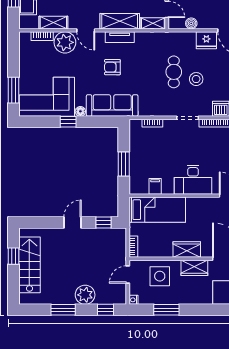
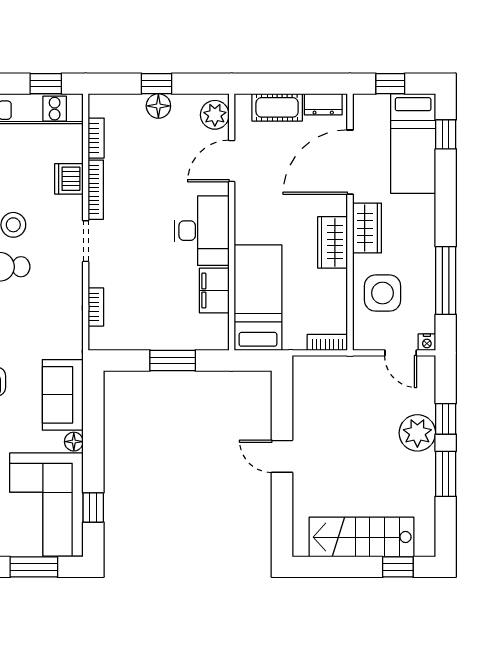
sofa: (112, 105) -> (63, 395), width x0.73
window: (68, 122) -> (93, 507), moved
filing cabinet: (155, 186) -> (214, 290), width x2.00
window: (103, 223) -> (282, 398), removed
window: (14, 256) -> (398, 567), moved
door: (128, 275) -> (401, 353), moved
window: (105, 310) -> (446, 419), moved
window: (166, 310) -> (446, 281), width x1.44

